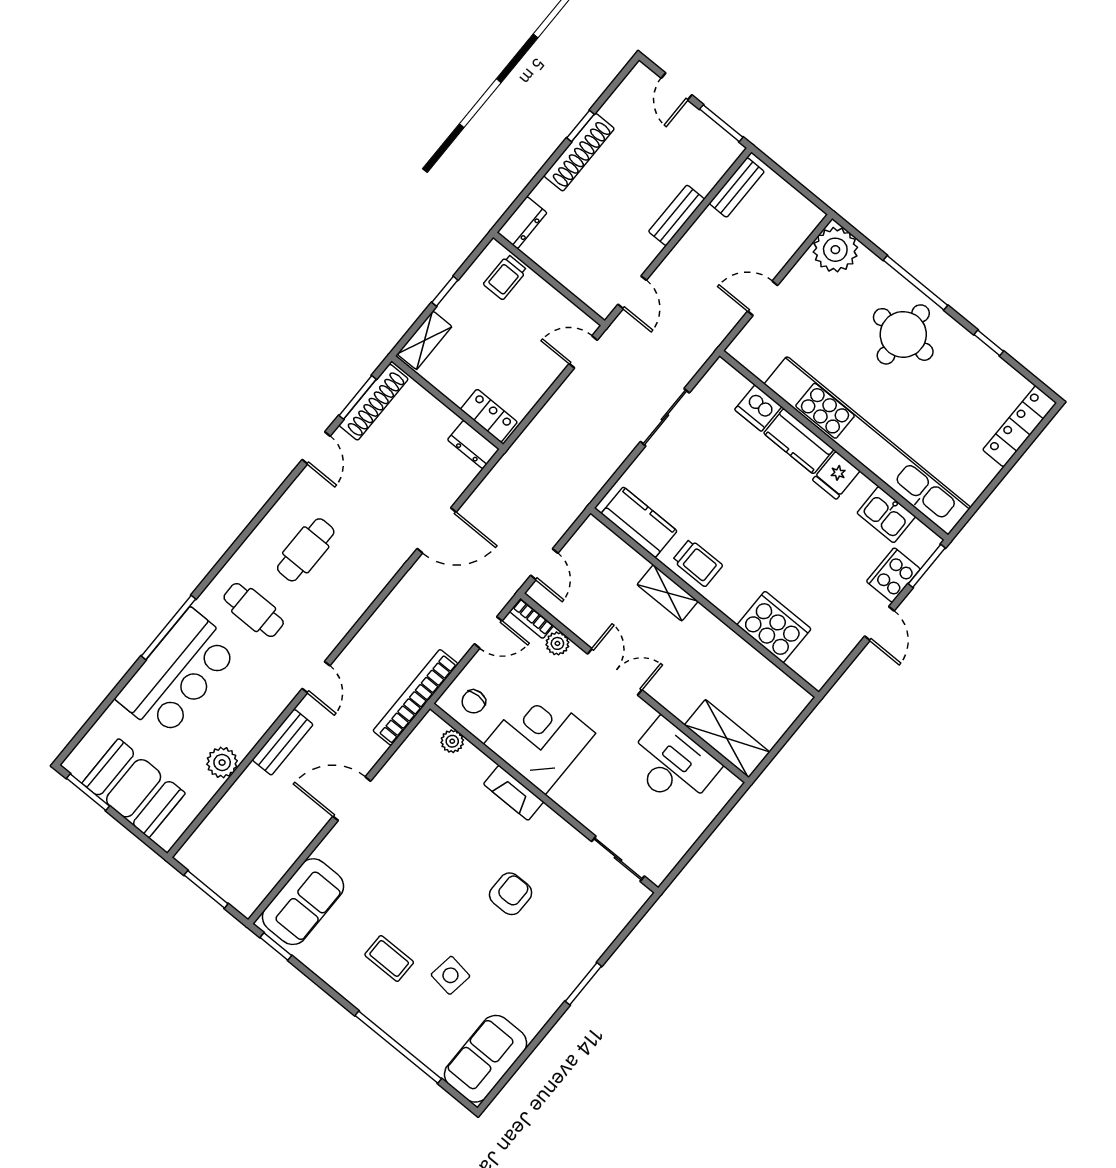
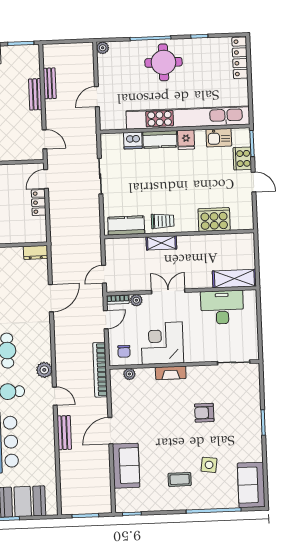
bench: (737, 187) -> (50, 83), moved
plant: (835, 250) -> (103, 48), width x0.53, depth x0.53
locker: (489, 416) -> (39, 203), moved, turned -90
door: (544, 564) -> (104, 274), swing flipped
plant: (222, 762) -> (44, 370), moved
armchair: (511, 894) -> (204, 413), turned -90
sofa: (303, 902) -> (126, 466), moved

